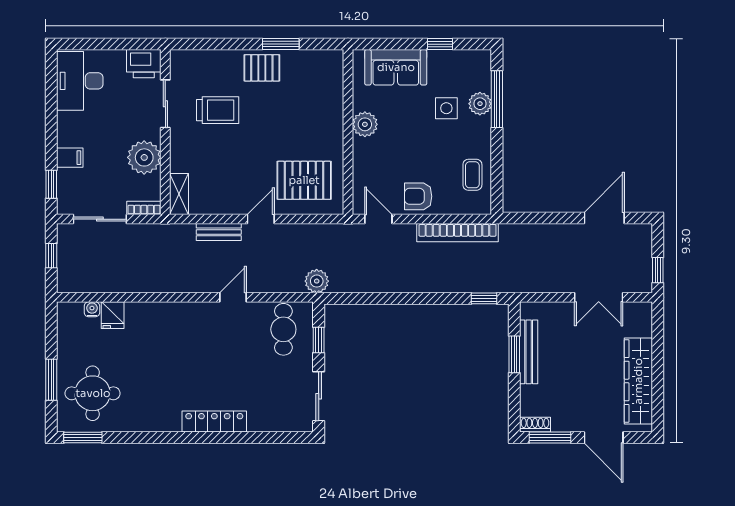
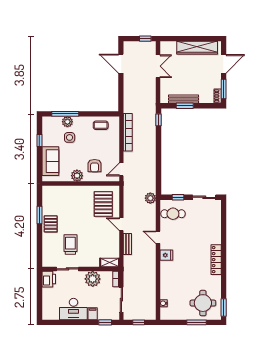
desk: (80, 81) -> (73, 309), moved
armchair: (418, 196) -> (95, 166), moved
fridge: (113, 315) -> (166, 255), moved
locker: (214, 421) -> (216, 260), moved

